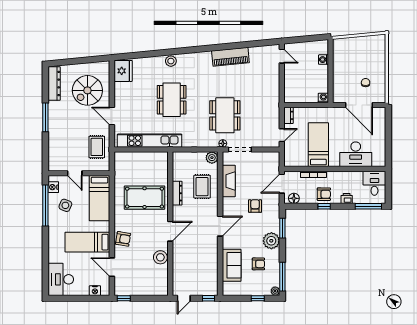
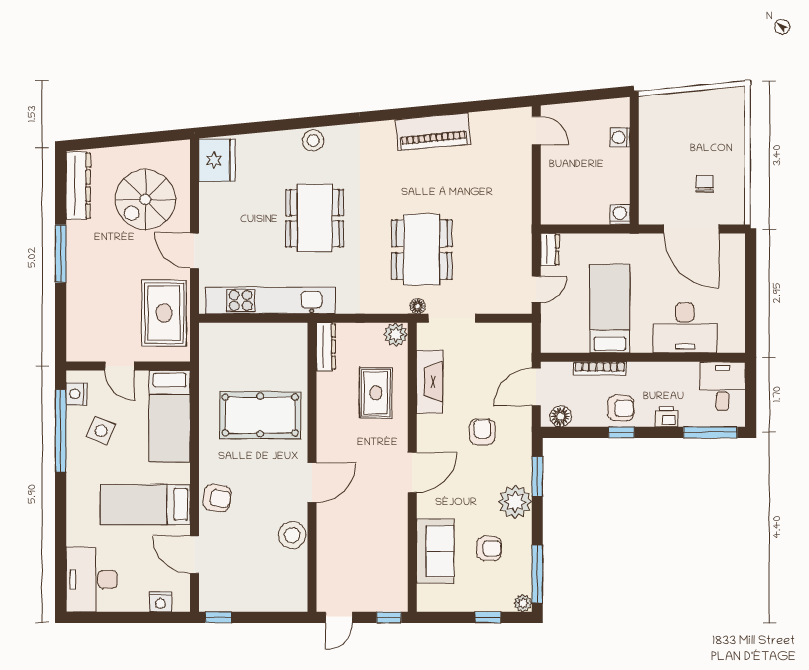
rug: (97, 147) -> (164, 313), width x1.36, depth x1.43
dresser: (177, 193) -> (326, 347), moved

